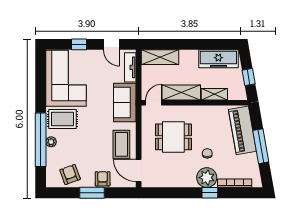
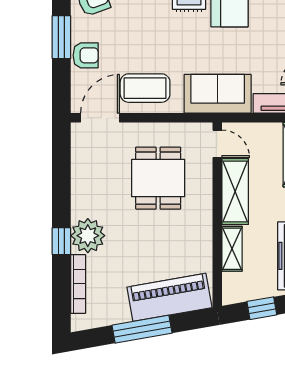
chair: (207, 153) -> (130, 237), removed

